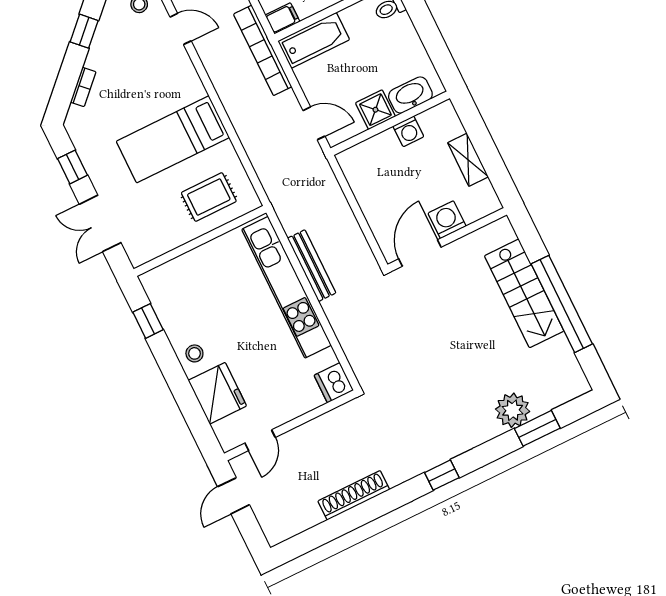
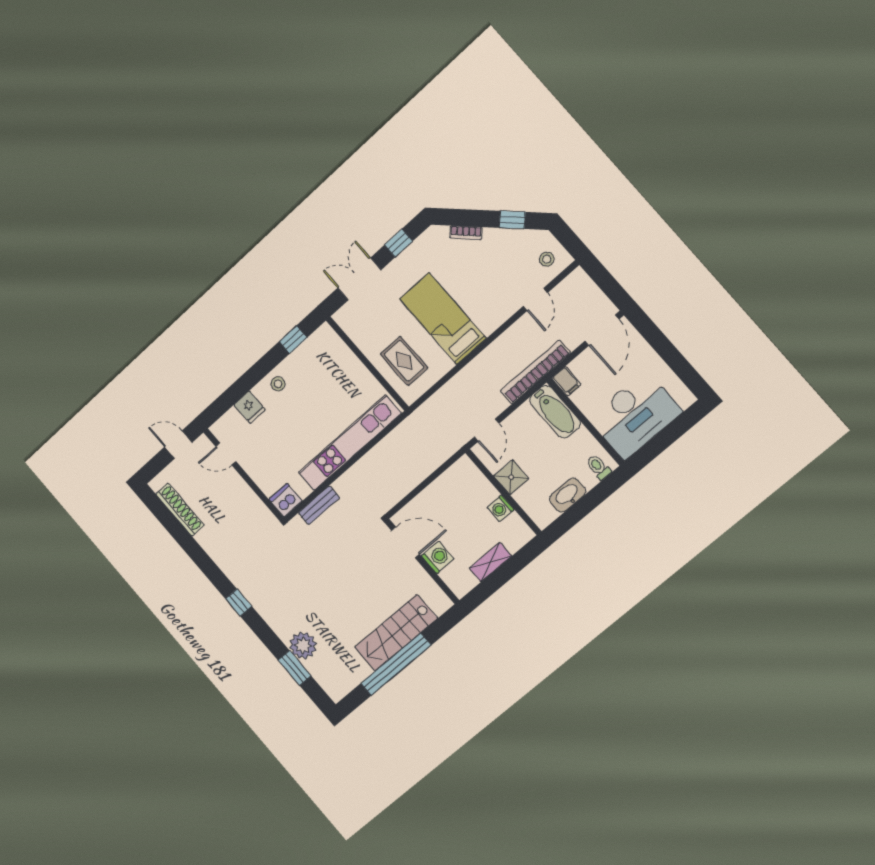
washbasin: (410, 95) -> (568, 495), moved, turned -90
bench: (312, 266) -> (319, 505), moved, width x0.73
fridge: (217, 393) -> (250, 407), width x0.53, depth x0.75
shoe rack: (354, 495) -> (180, 509), moved

